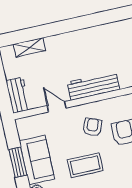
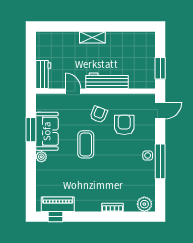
shelving: (29, 47) -> (92, 37), moved
coffee table: (85, 165) -> (86, 144), turned 90

